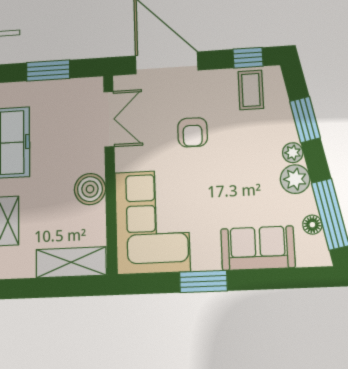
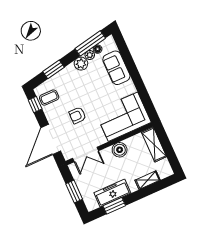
double door: (109, 119) -> (86, 154), swing flipped
armchair: (193, 132) -> (77, 115), turned 180
plant: (293, 153) -> (90, 55), moved
window: (203, 281) -> (139, 85), removed

